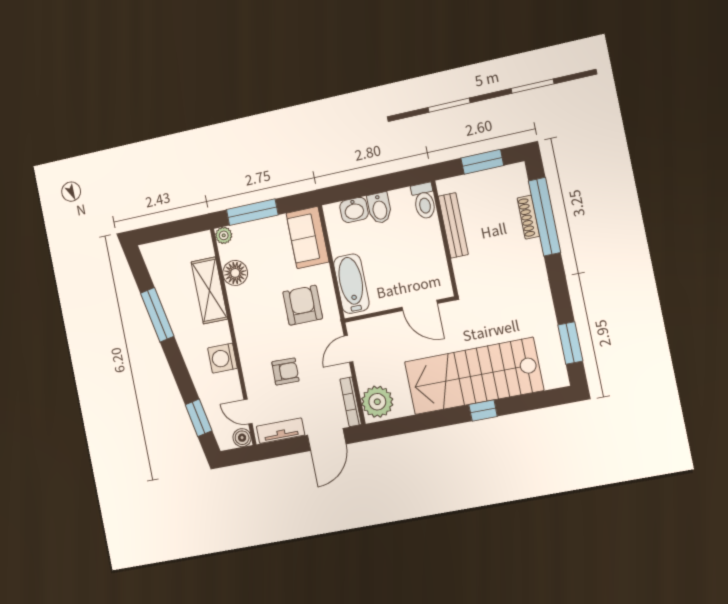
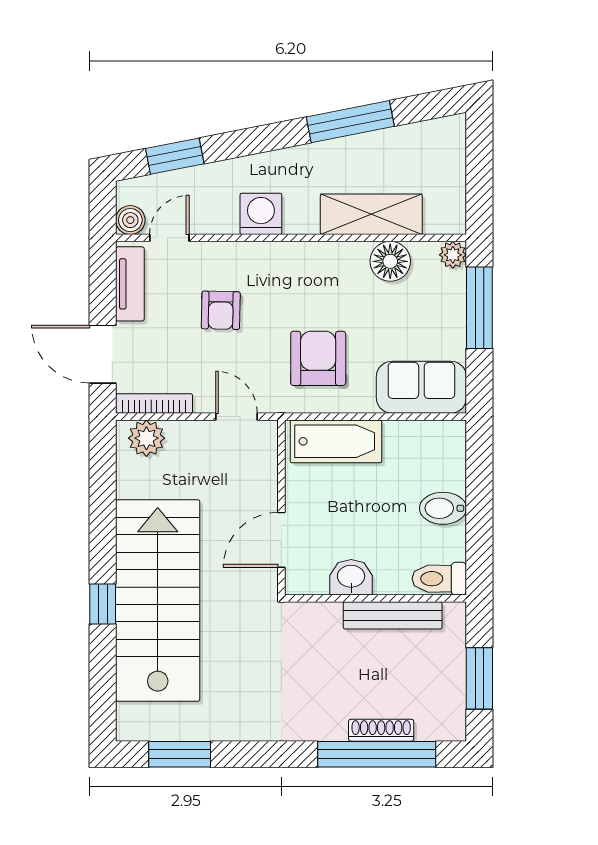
washbasin: (354, 210) -> (351, 577), moved, turned 90
armchair: (303, 305) -> (318, 358), turned -90
plant: (377, 402) -> (146, 438), width x0.73, depth x0.73

